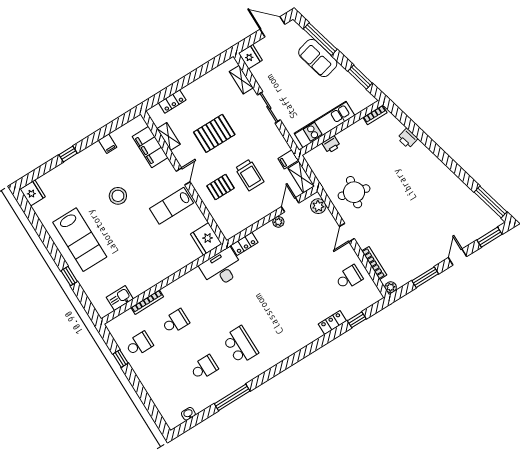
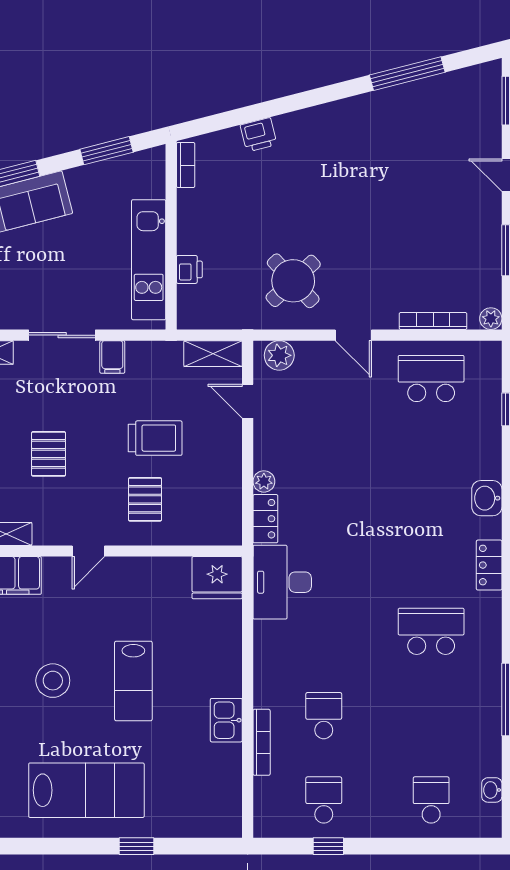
pallet: (214, 133) -> (49, 454), width x0.67, depth x0.71
filing cabinet: (288, 159) -> (112, 357), moved
door: (183, 176) -> (88, 551), swing flipped
round table: (354, 192) -> (293, 281), turned 32
window: (491, 202) -> (407, 74), moved
lab bench: (172, 206) -> (133, 681), moved
plant: (278, 222) -> (264, 481), moved
school desk: (349, 278) -> (431, 378), width x1.85
kitchen sink: (120, 298) -> (226, 720), moved
locker: (332, 323) -> (489, 565), moved
washbasin: (312, 334) -> (487, 498), added
school desk: (204, 368) -> (431, 800), moved

